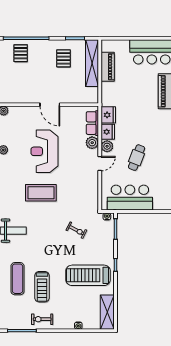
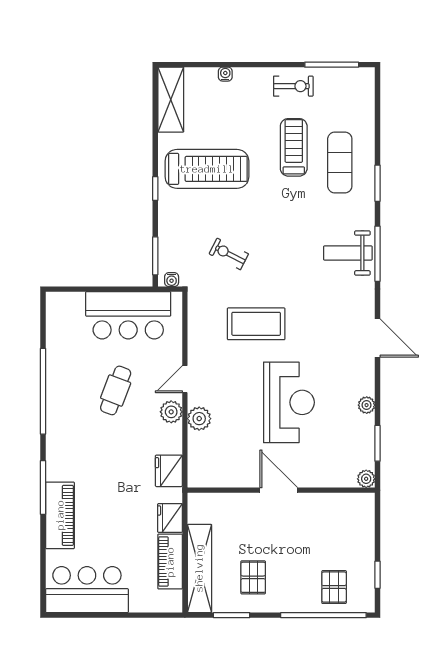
row of seats: (92, 123) -> (199, 456), removed
fridge: (108, 132) -> (170, 518), moved
coffee table: (41, 193) -> (256, 324), moved

